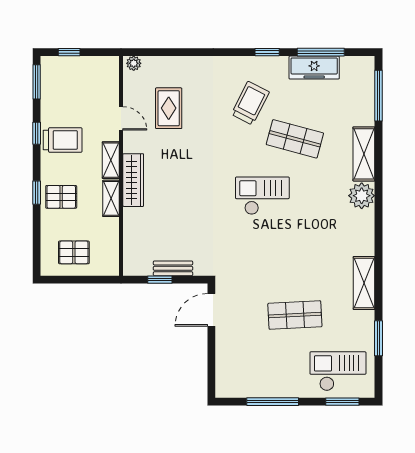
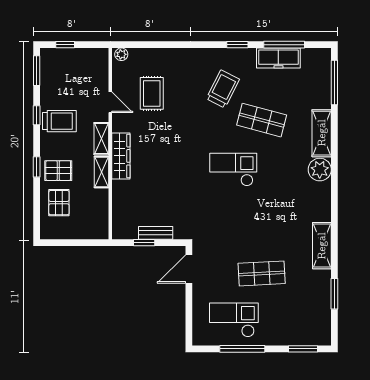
pallet: (74, 252) -> (59, 203), moved, turned 90
checkout: (338, 371) -> (234, 320), moved

